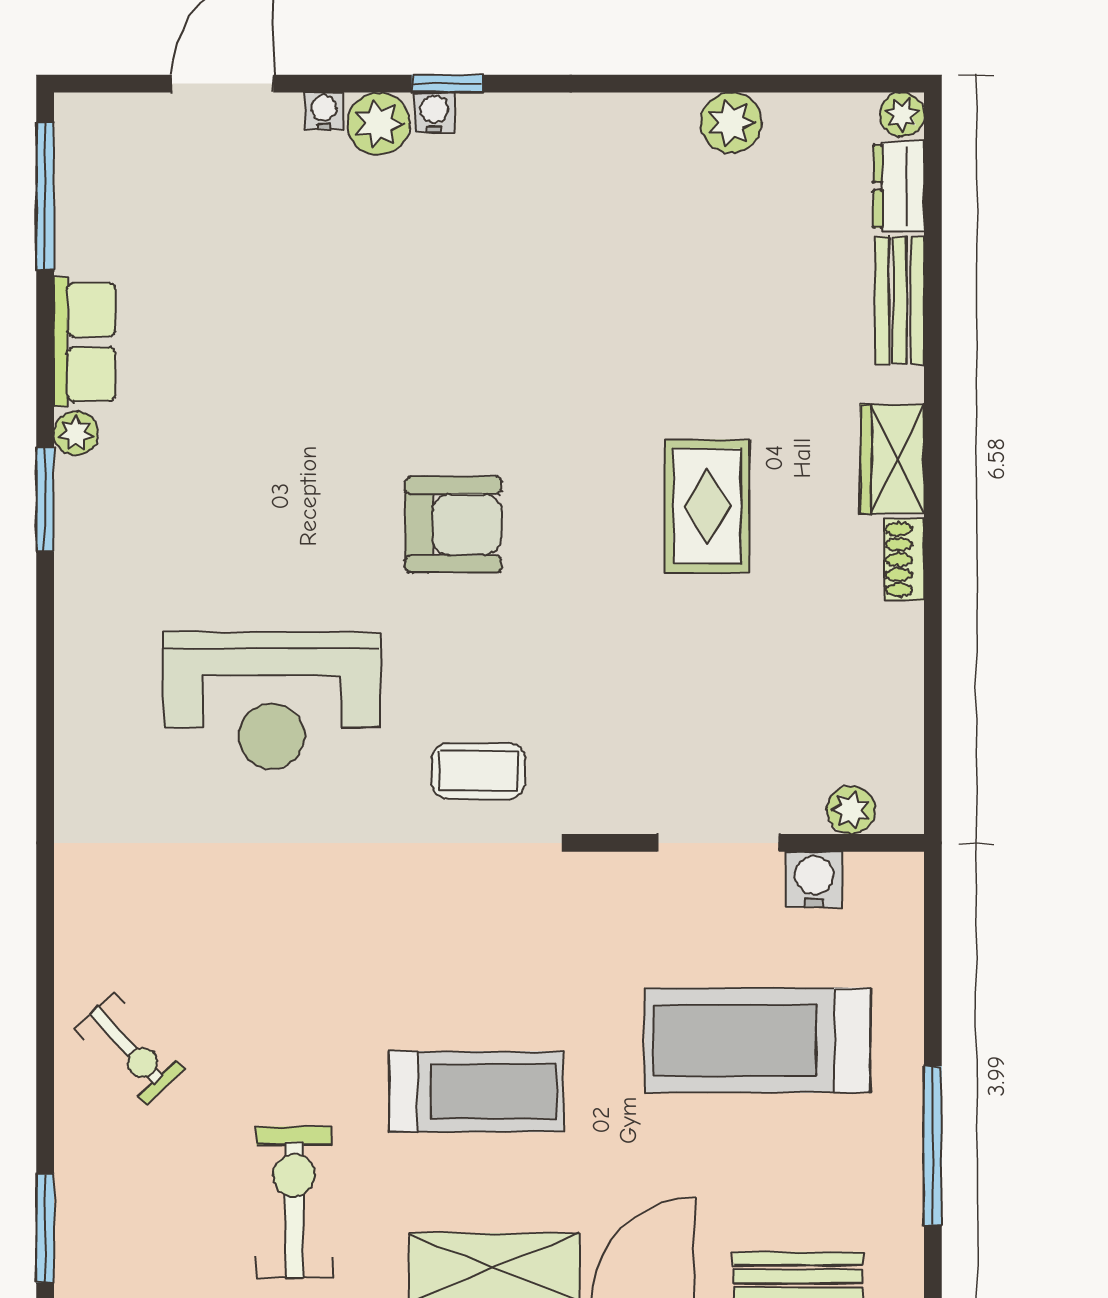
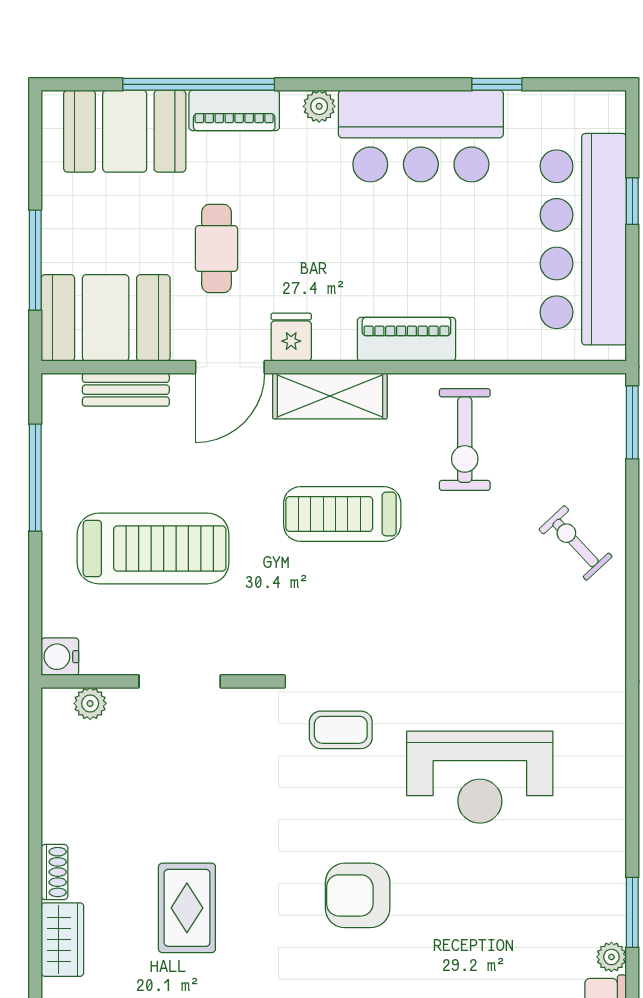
reception desk: (272, 700) -> (480, 777), turned 180
water cooler: (814, 880) -> (60, 657), moved, turned 90

